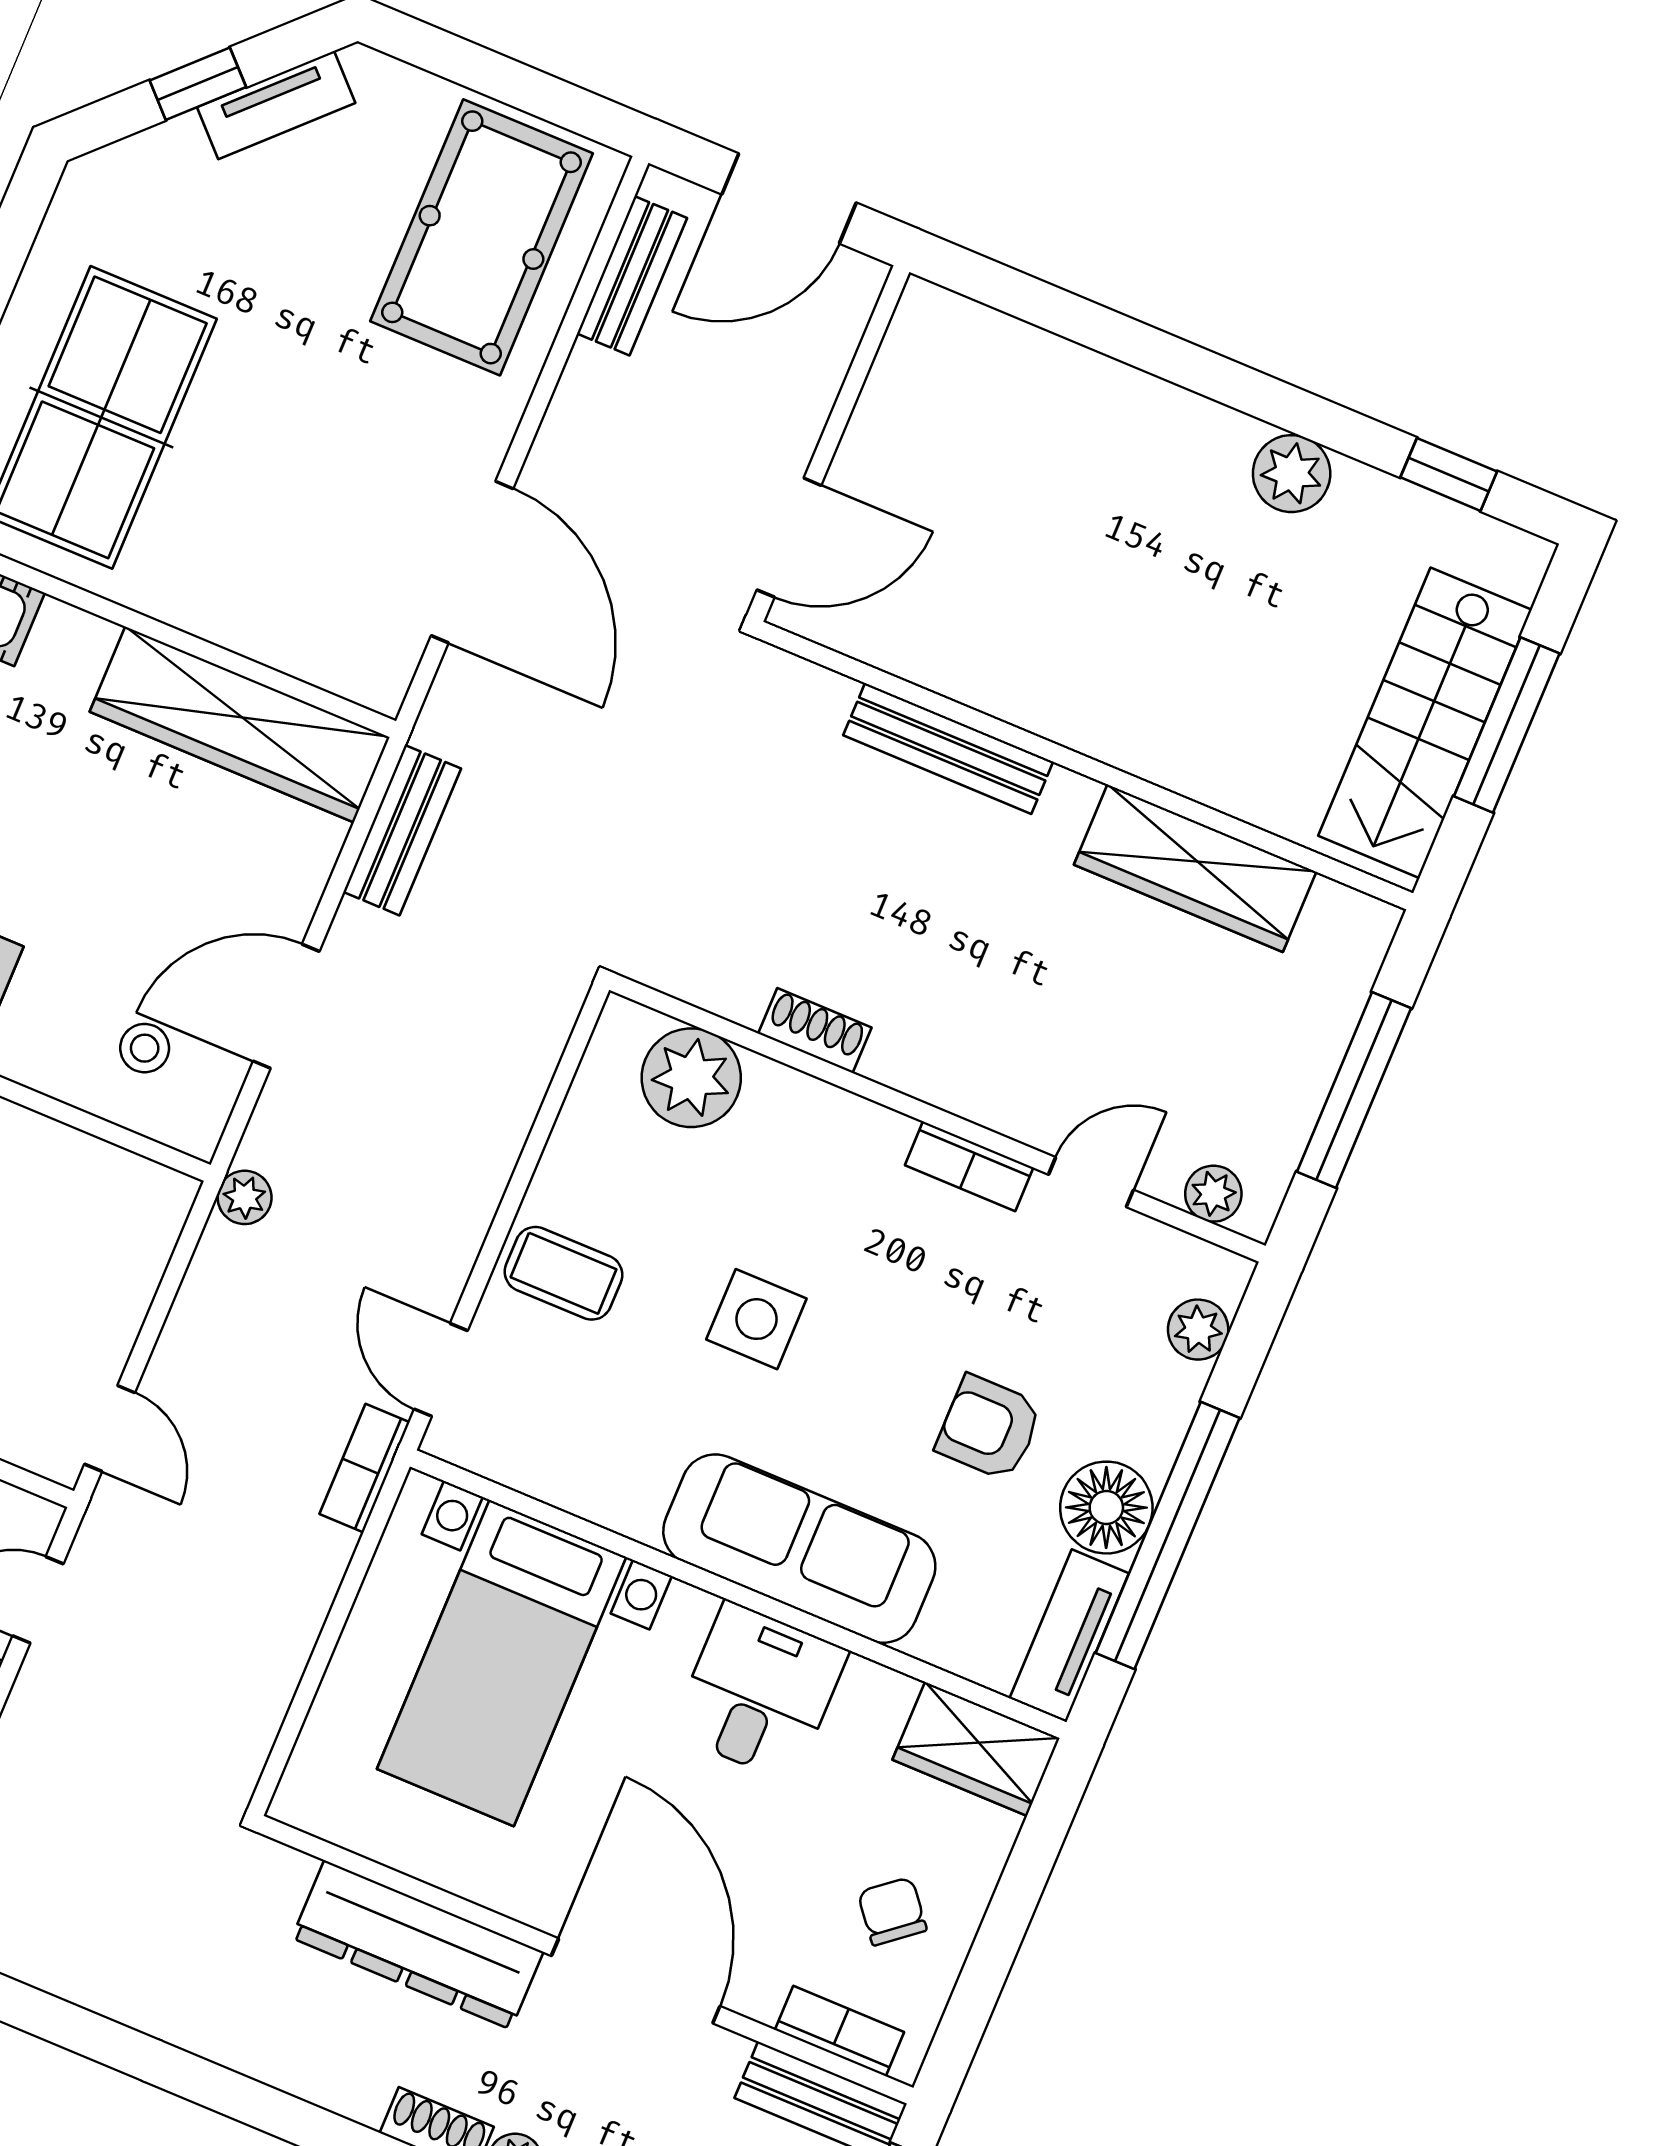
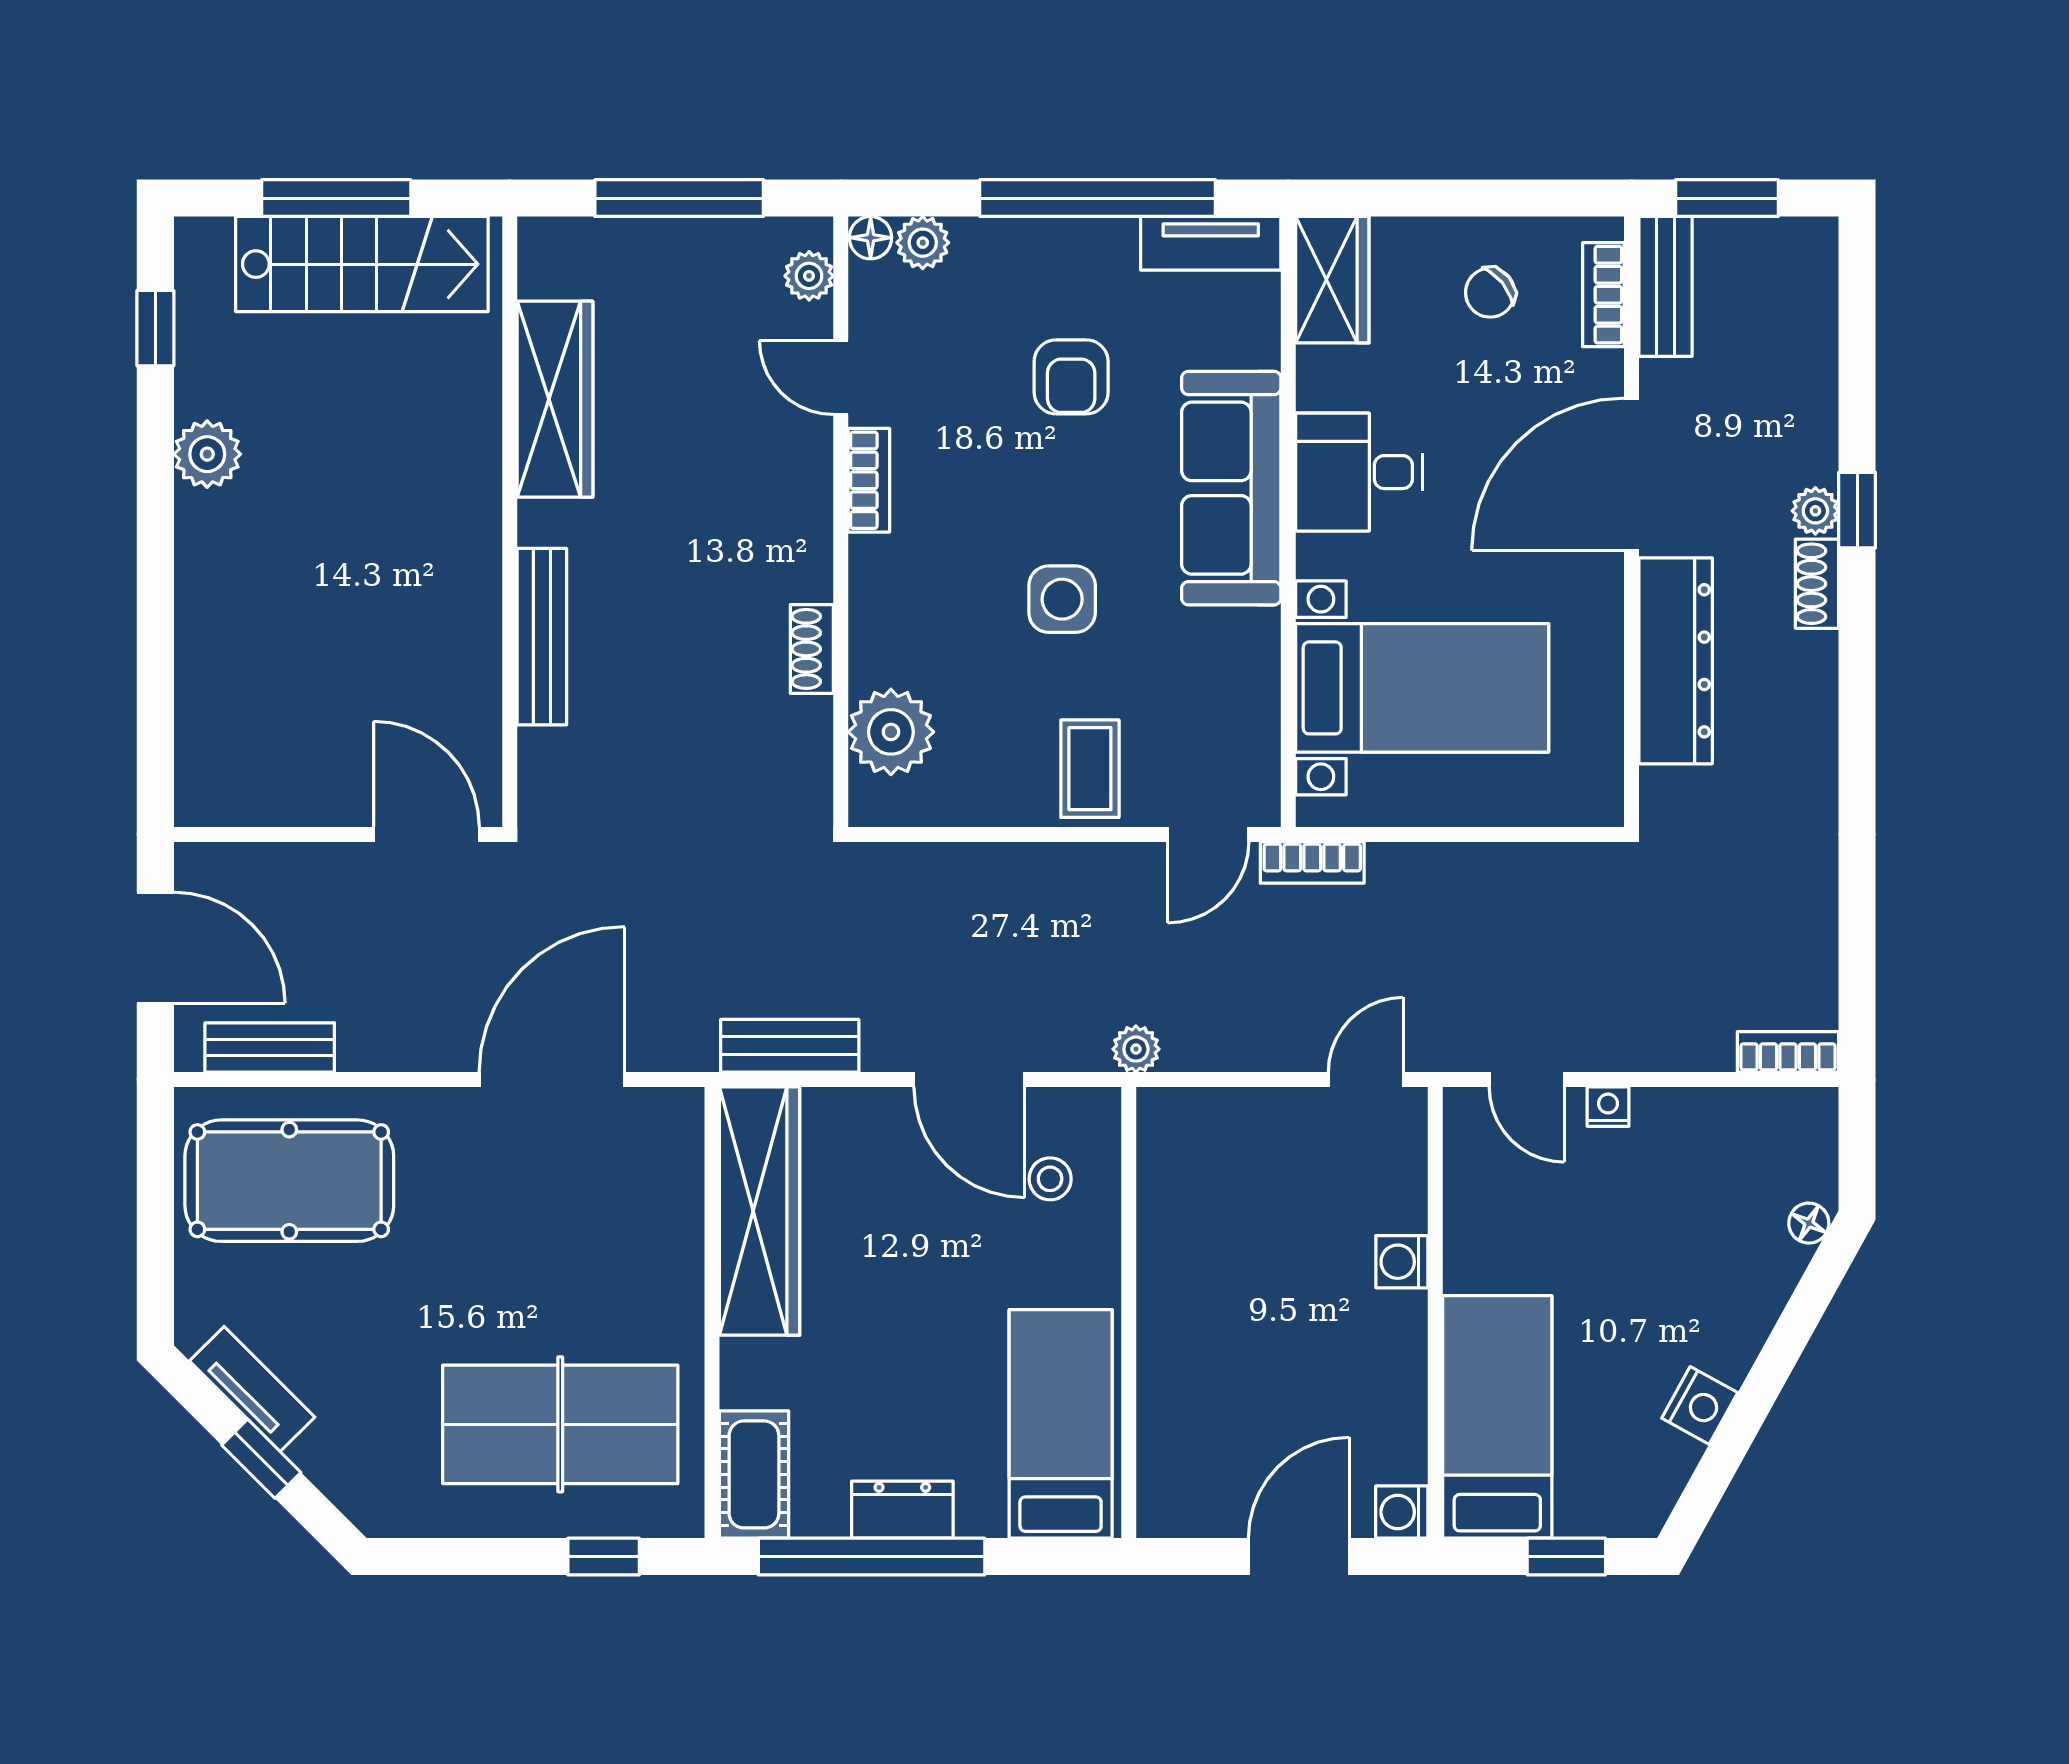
floor lamp: (1106, 1508) -> (871, 238), moved, width x0.53, depth x0.53

